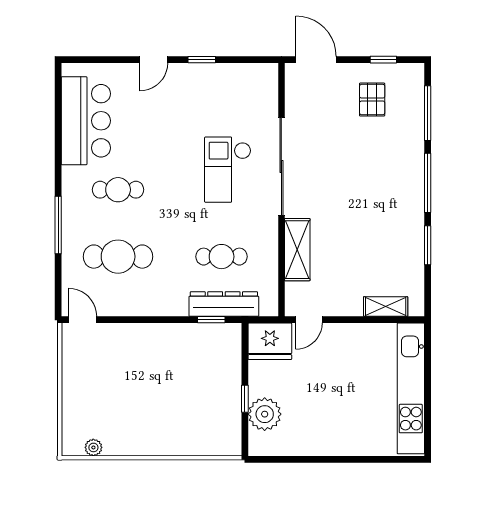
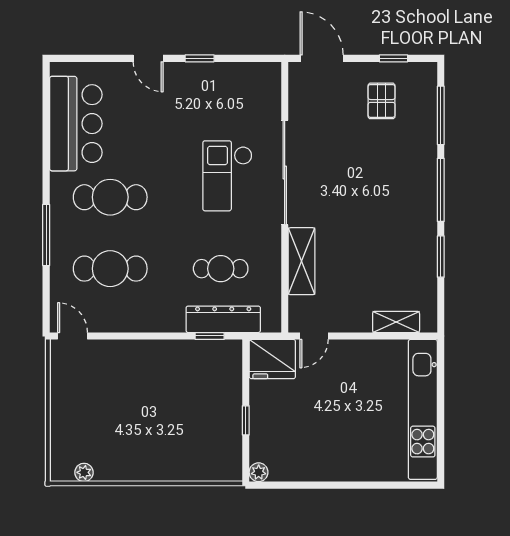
door: (154, 60) -> (148, 58), hinge flipped
cafe table: (118, 190) -> (110, 197), width x1.37, depth x1.35
plant: (265, 414) -> (259, 472), moved, width x0.53, depth x0.53

